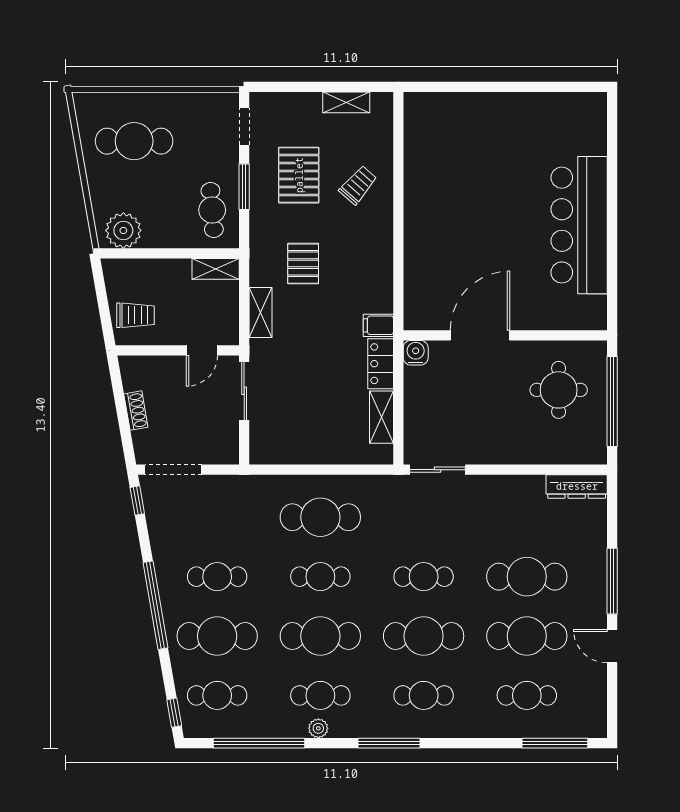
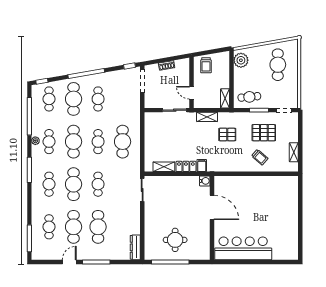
door: (480, 335) -> (212, 207), moved
wall: (505, 335) -> (212, 218), moved
water cooler: (416, 353) -> (205, 181), moved

